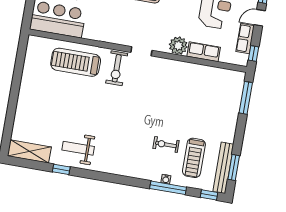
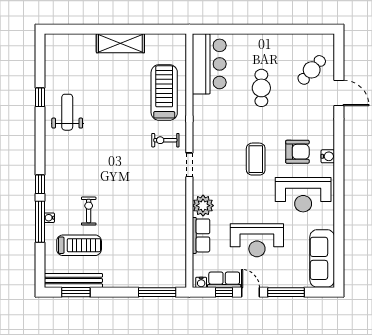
window: (253, 53) -> (224, 292), moved
water cooler: (244, 59) -> (201, 282), added
exercise bike: (117, 68) -> (165, 140), width x0.73, depth x0.72
shelving: (29, 151) -> (120, 43), moved, turned 90
treadmill: (194, 158) -> (79, 245), turned 180
window: (209, 195) -> (40, 184), moved

